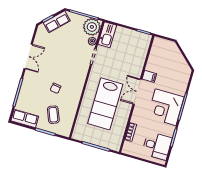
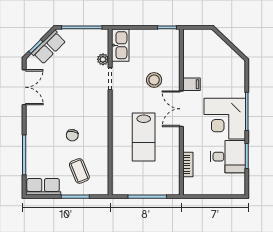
plant: (92, 27) -> (97, 41), removed
double door: (28, 56) -> (24, 87), moved
stool: (124, 66) -> (154, 80), added
lab bench: (105, 104) -> (144, 137), width x0.73, depth x0.72
desk: (157, 146) -> (228, 157), moved

